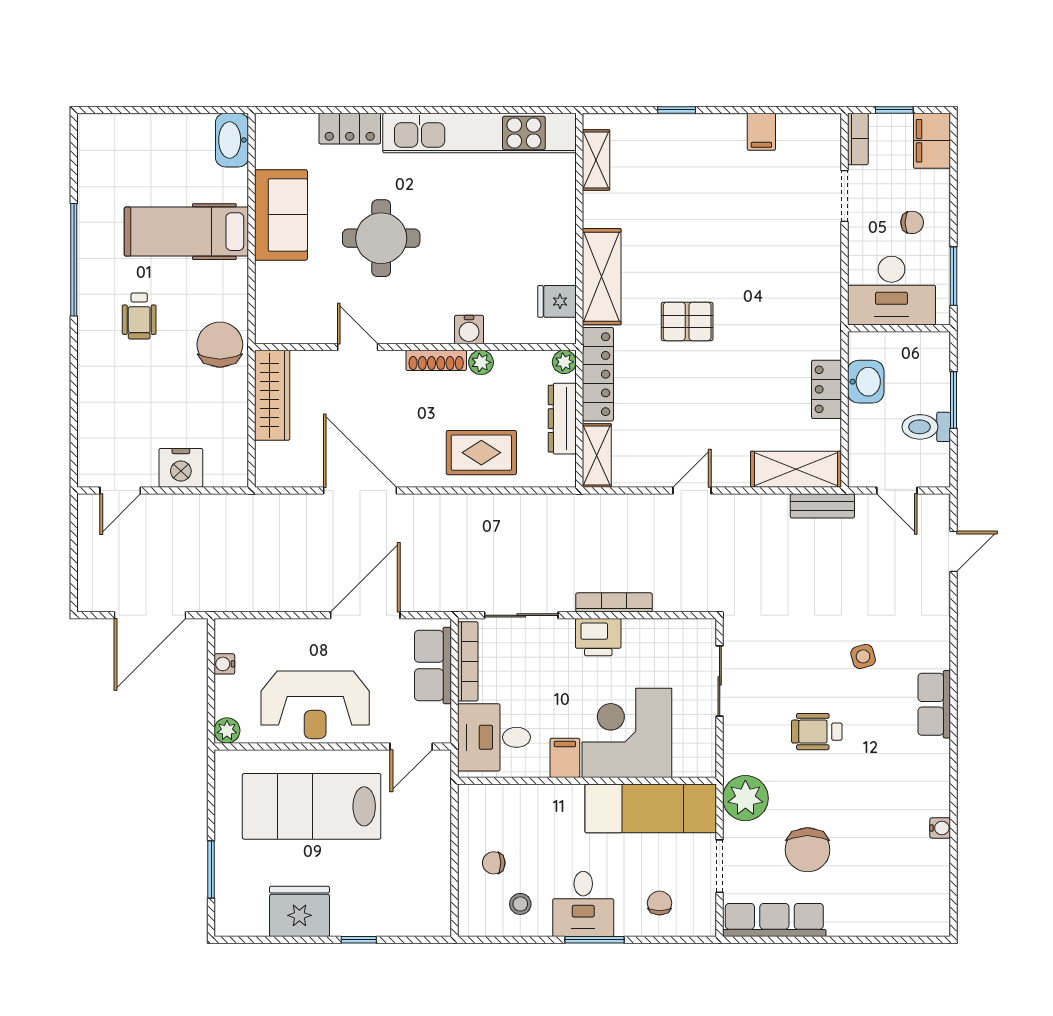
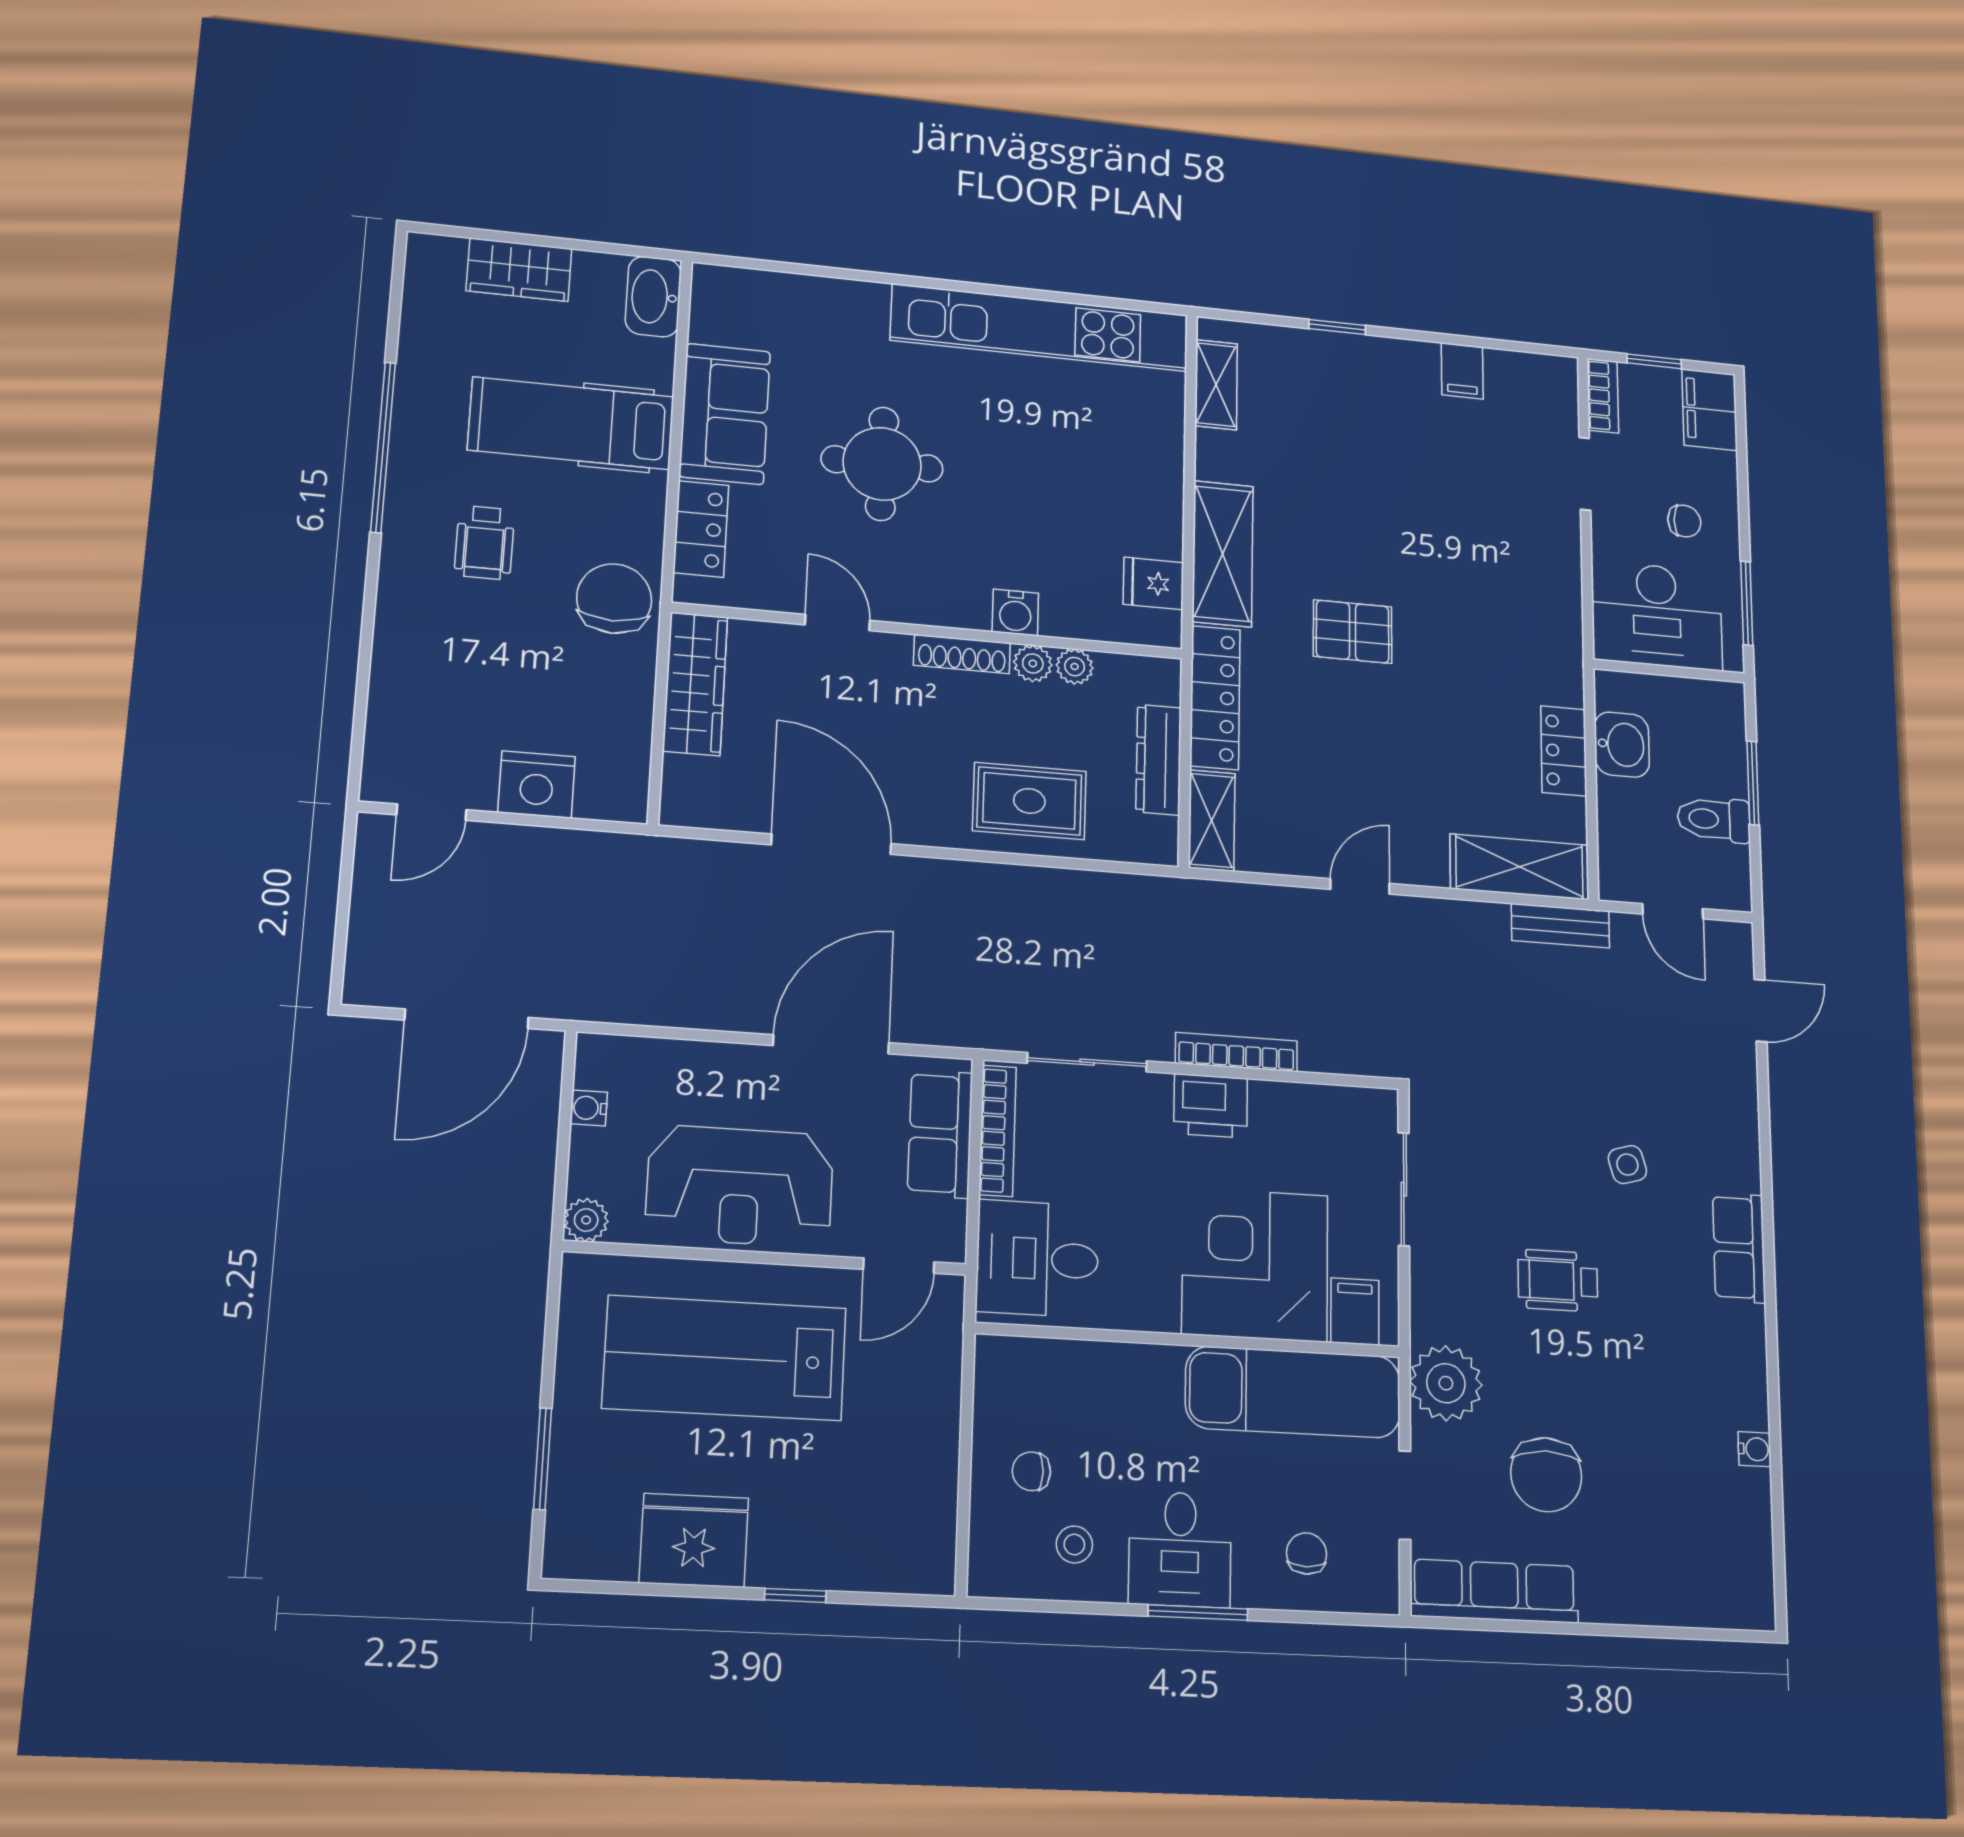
locker: (350, 129) -> (701, 529), moved, turned -90
wardrobe: (148, 131) -> (519, 270), added
plant: (564, 362) -> (1075, 667), moved
filing cabinet: (565, 758) -> (1355, 1311), moved

